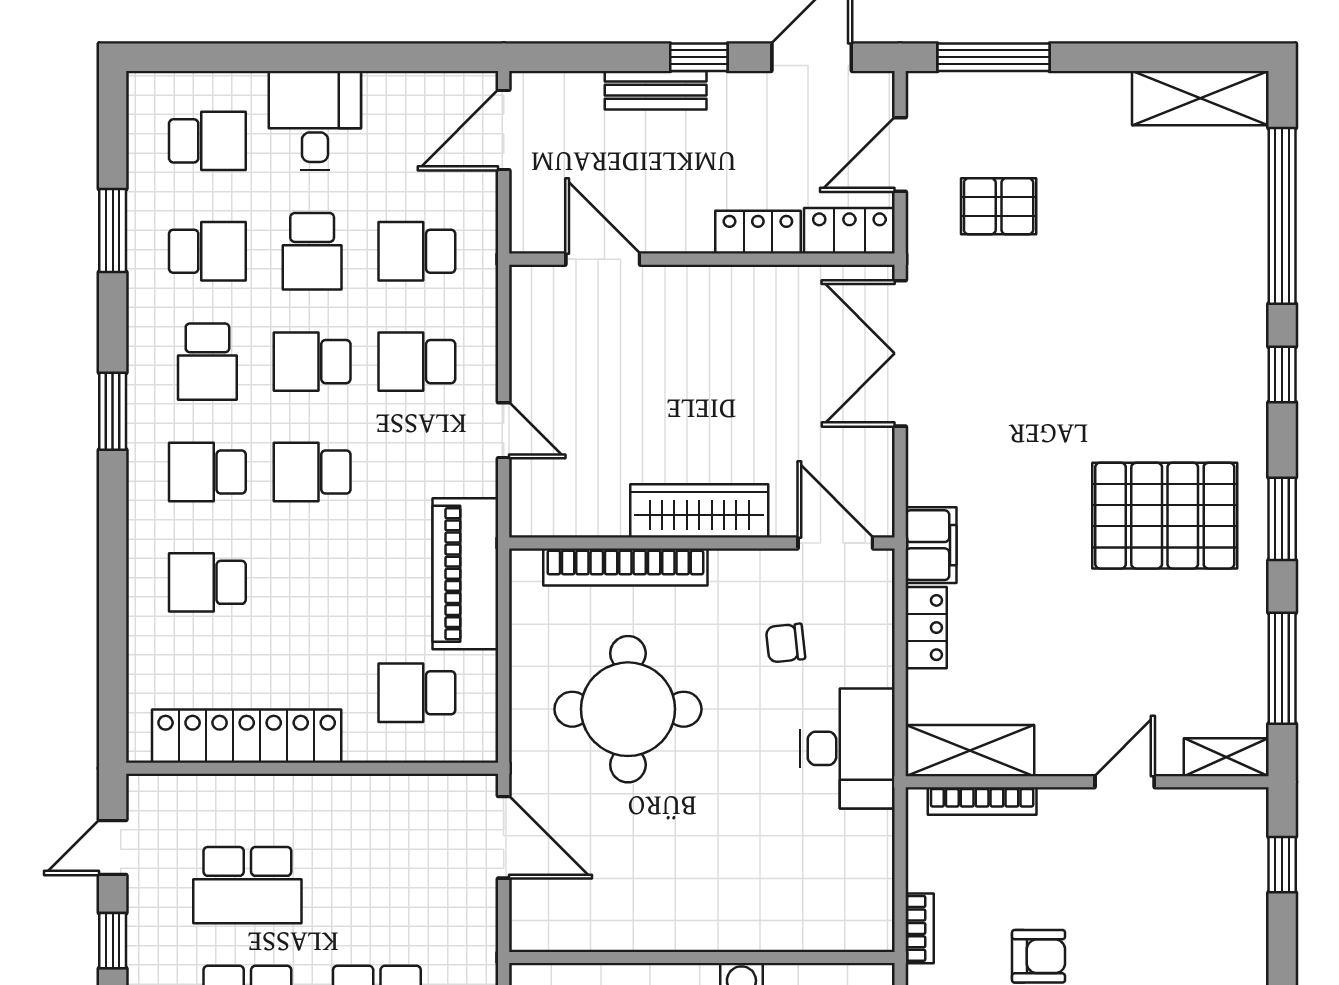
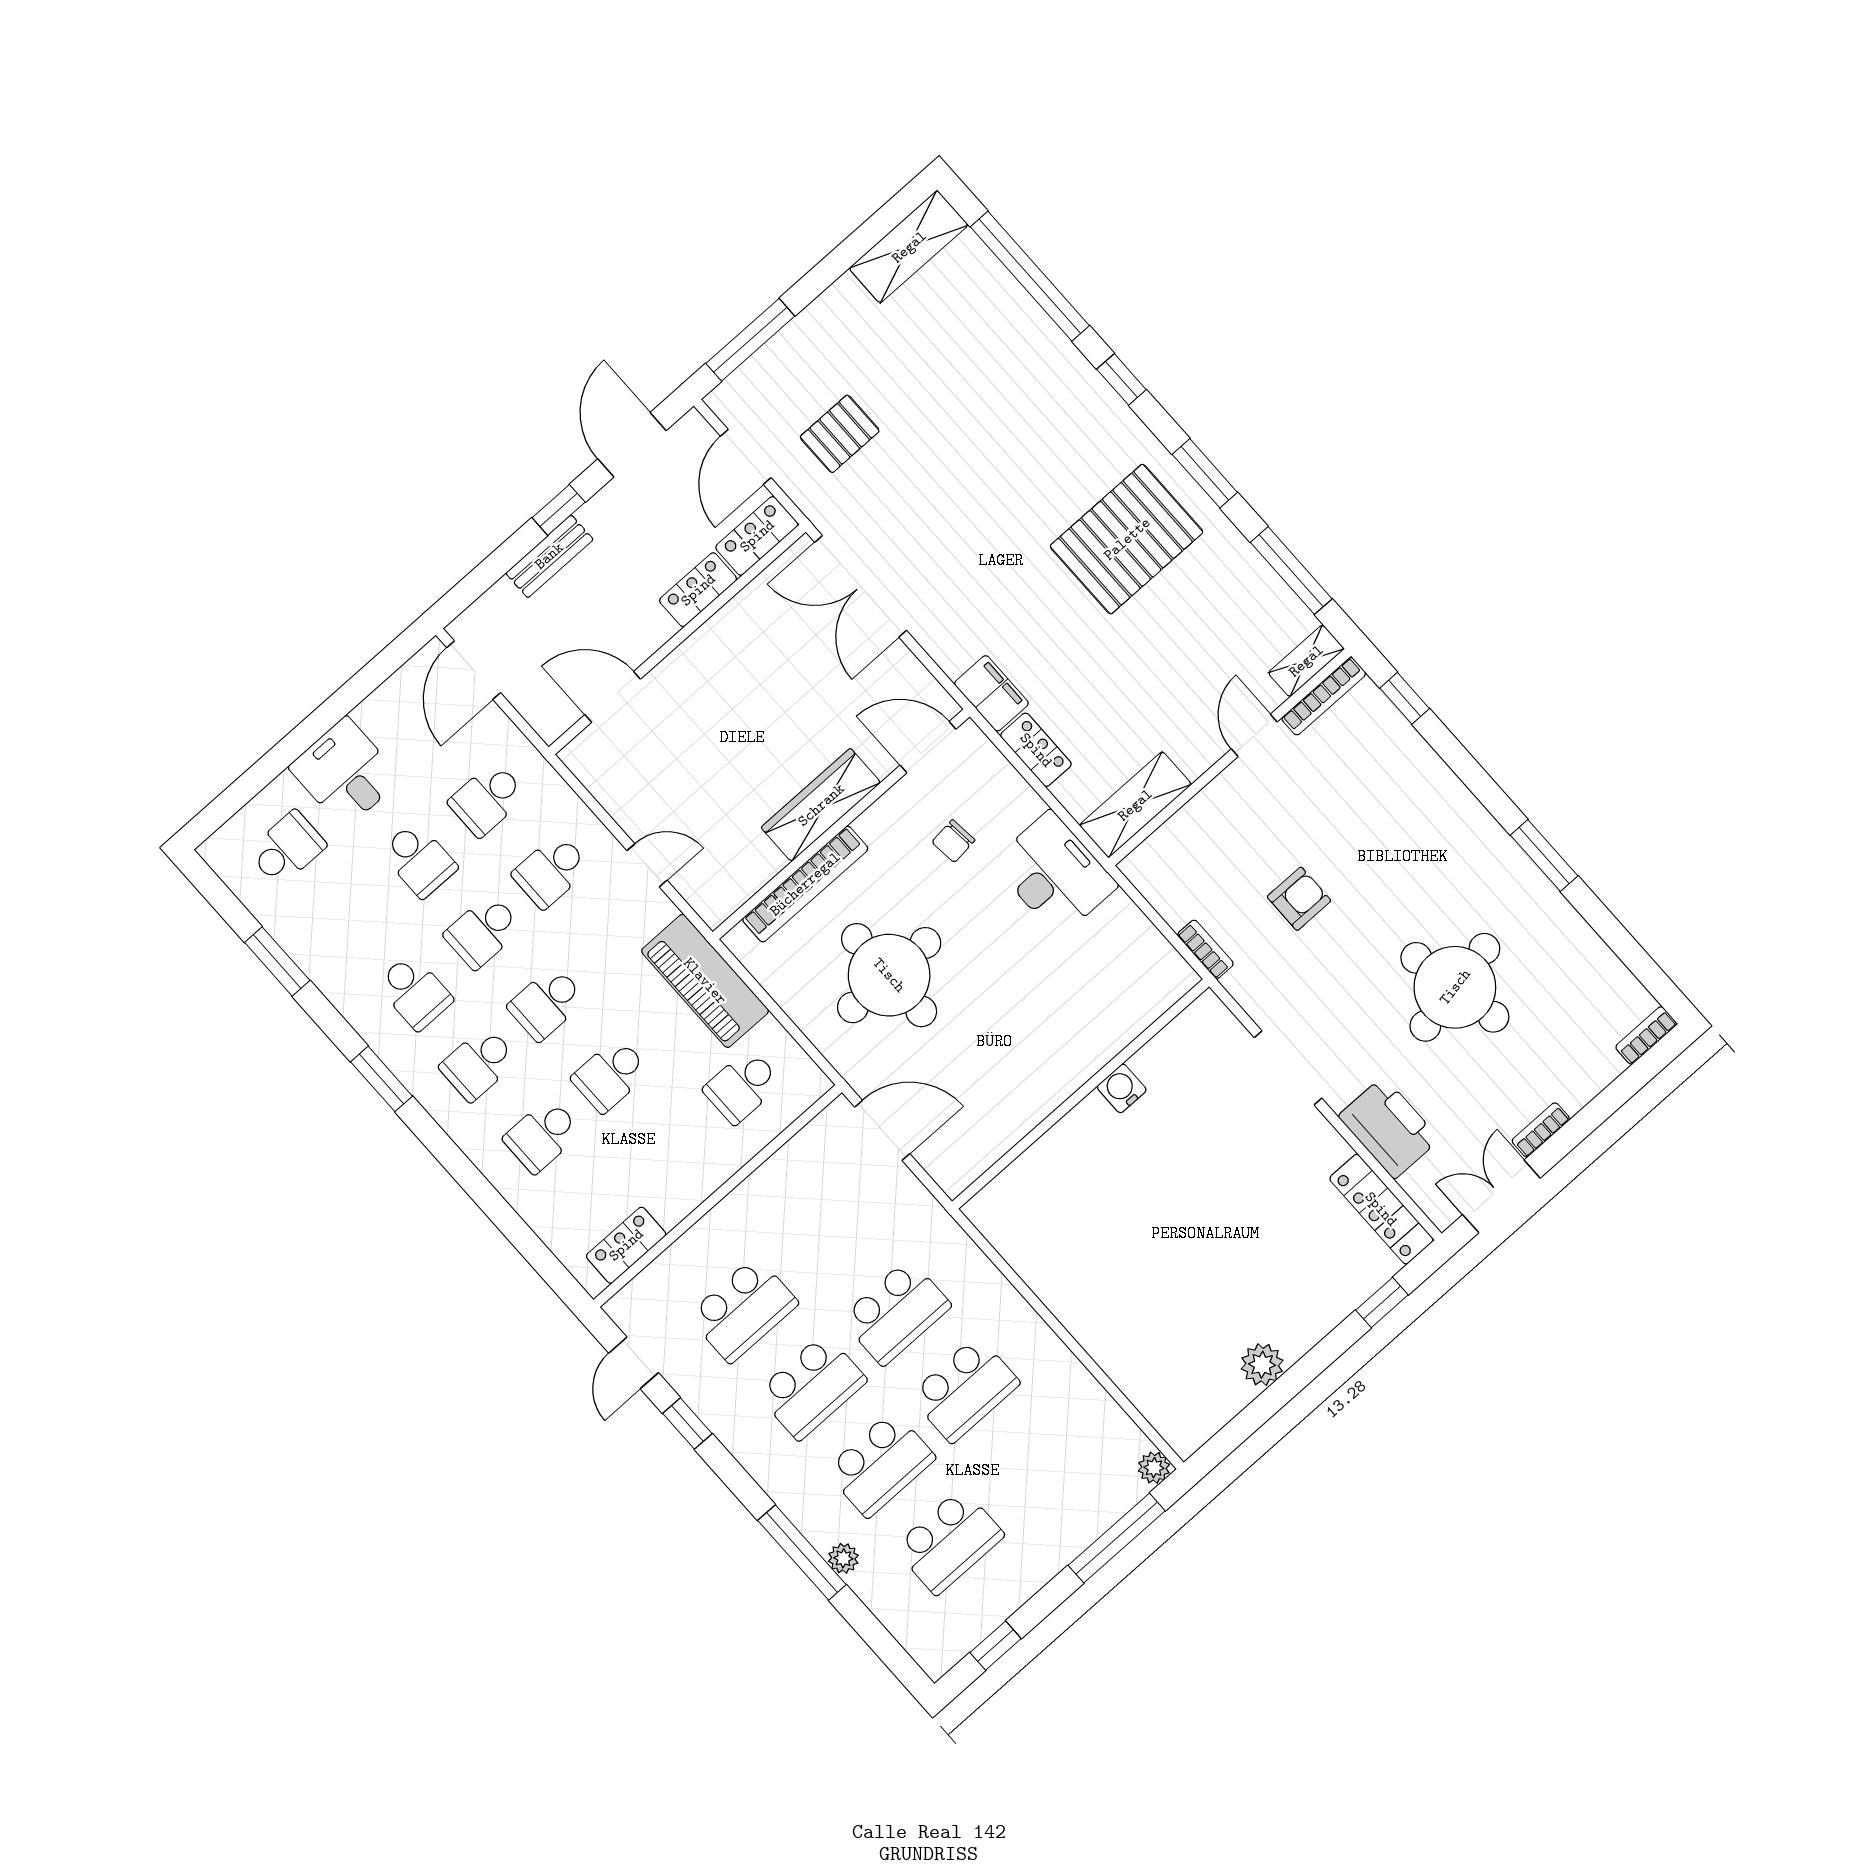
school desk: (207, 251) -> (610, 1075), moved, turned 180
locker: (247, 736) -> (626, 1245), width x0.46, depth x0.83
bookcase: (982, 801) -> (1324, 696), moved

